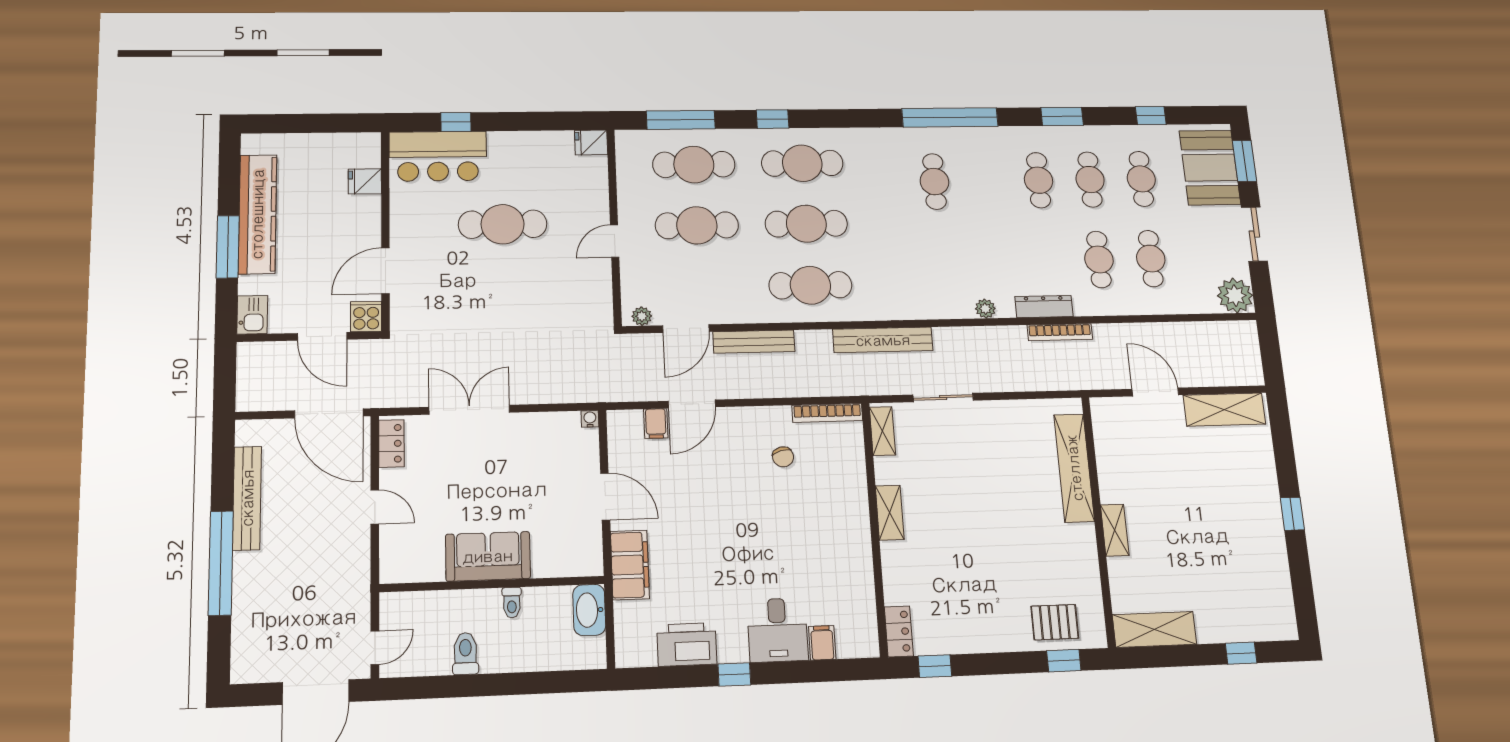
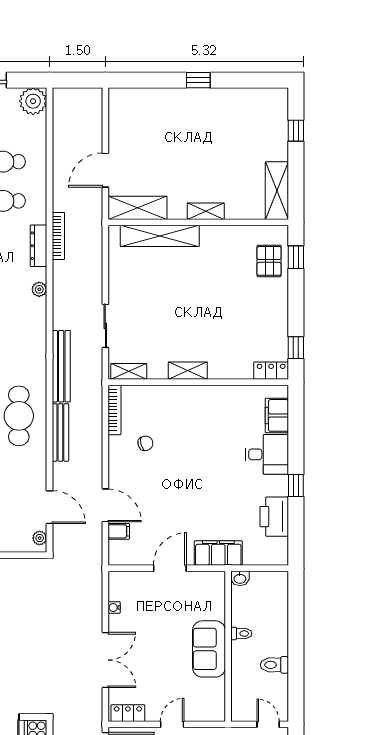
bench: (754, 342) -> (60, 432), moved
double door: (469, 410) -> (105, 660), swing flipped
shelving: (1224, 410) -> (137, 208), moved, turned 90
water cooler: (590, 419) -> (114, 608), moved
washbasin: (589, 610) -> (240, 578), width x0.52, depth x0.69
filing cabinet: (822, 643) -> (277, 415), width x2.00

